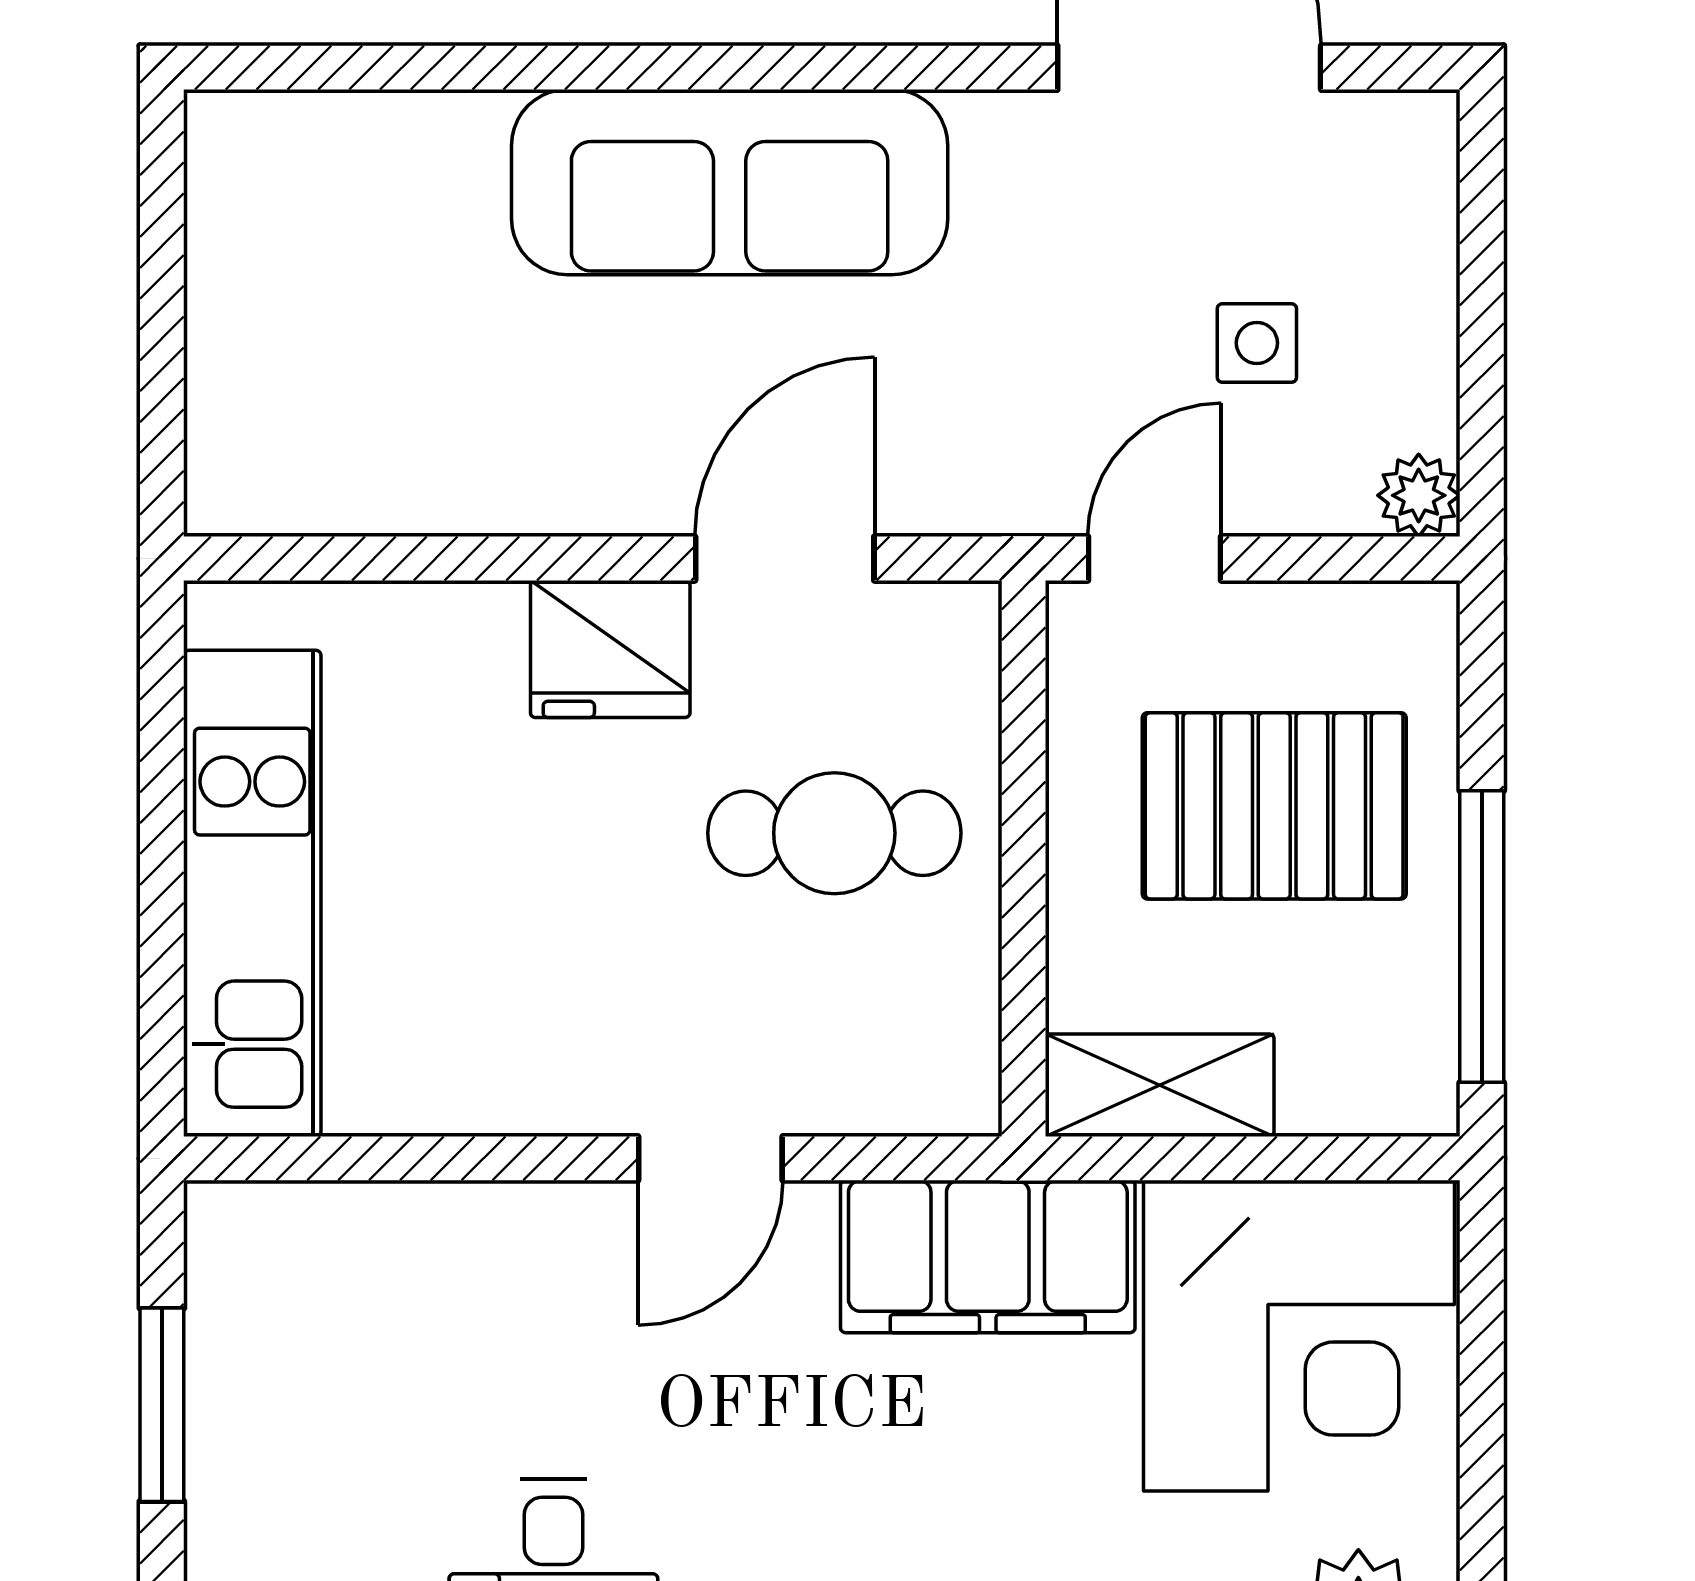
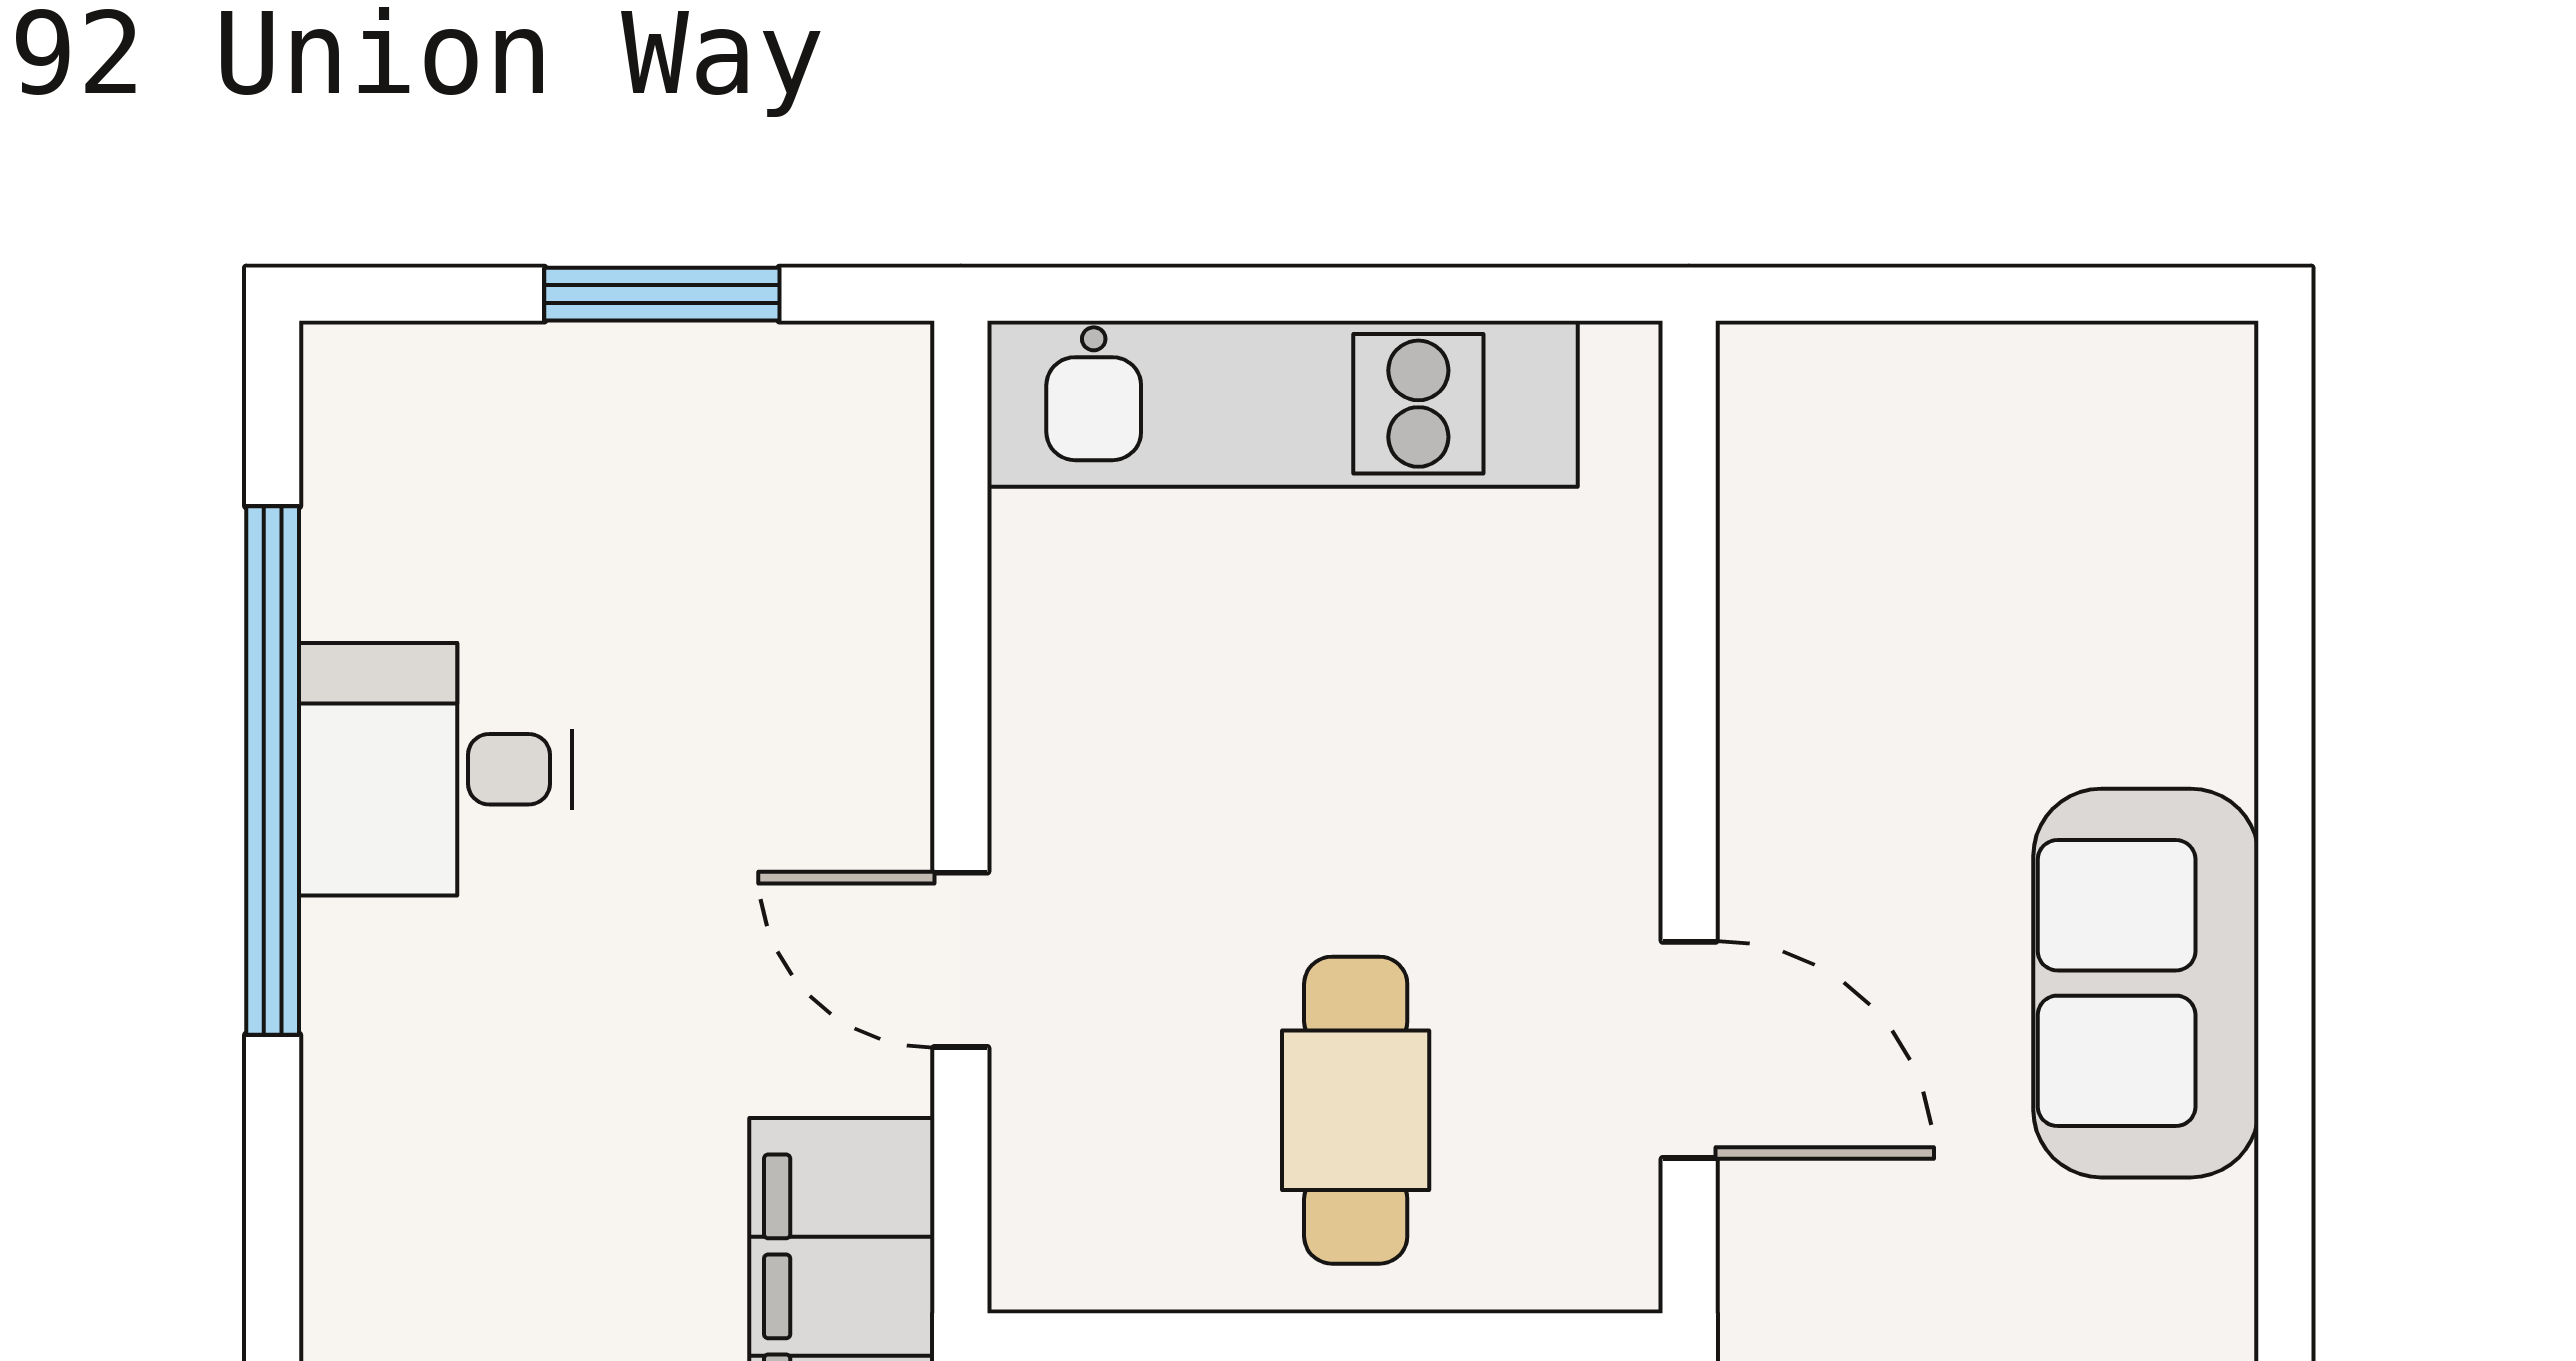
sofa: (730, 182) -> (2146, 983), width x0.73
fridge: (610, 649) -> (1579, 838), removed

